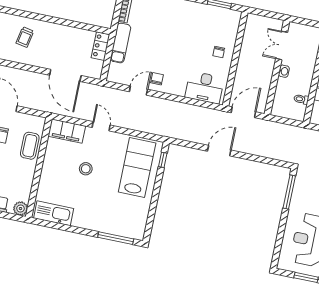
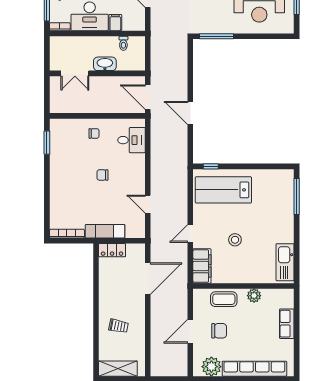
washbasin: (284, 71) -> (105, 64), width x1.91, depth x1.45
chair: (157, 79) -> (102, 175), moved
desk: (205, 87) -> (131, 140), width x0.73
plant: (20, 209) -> (254, 296), moved

